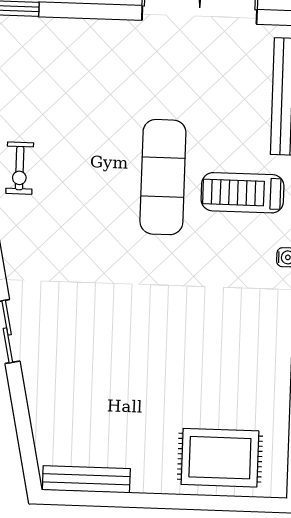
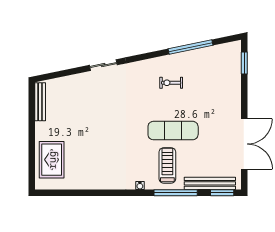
exercise bike: (20, 168) -> (171, 83), moved

